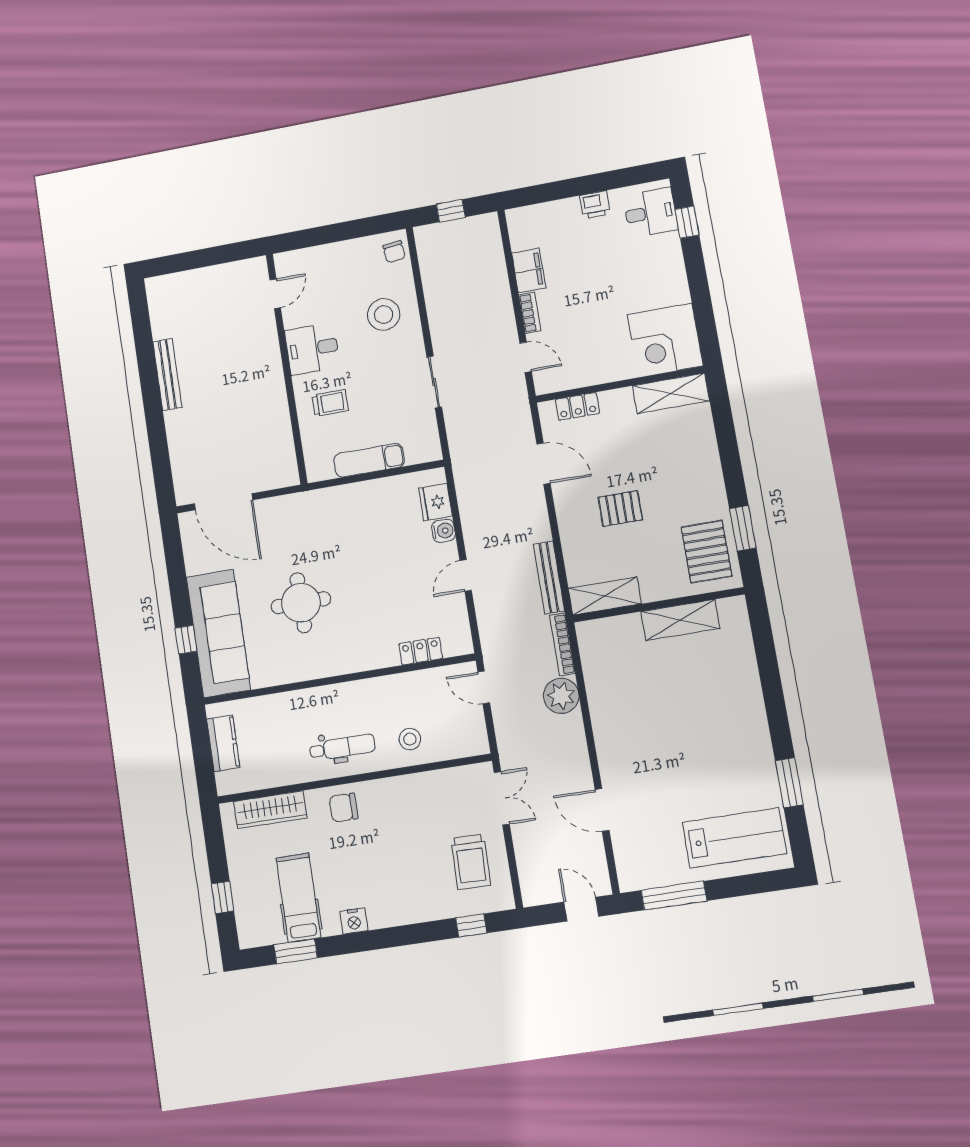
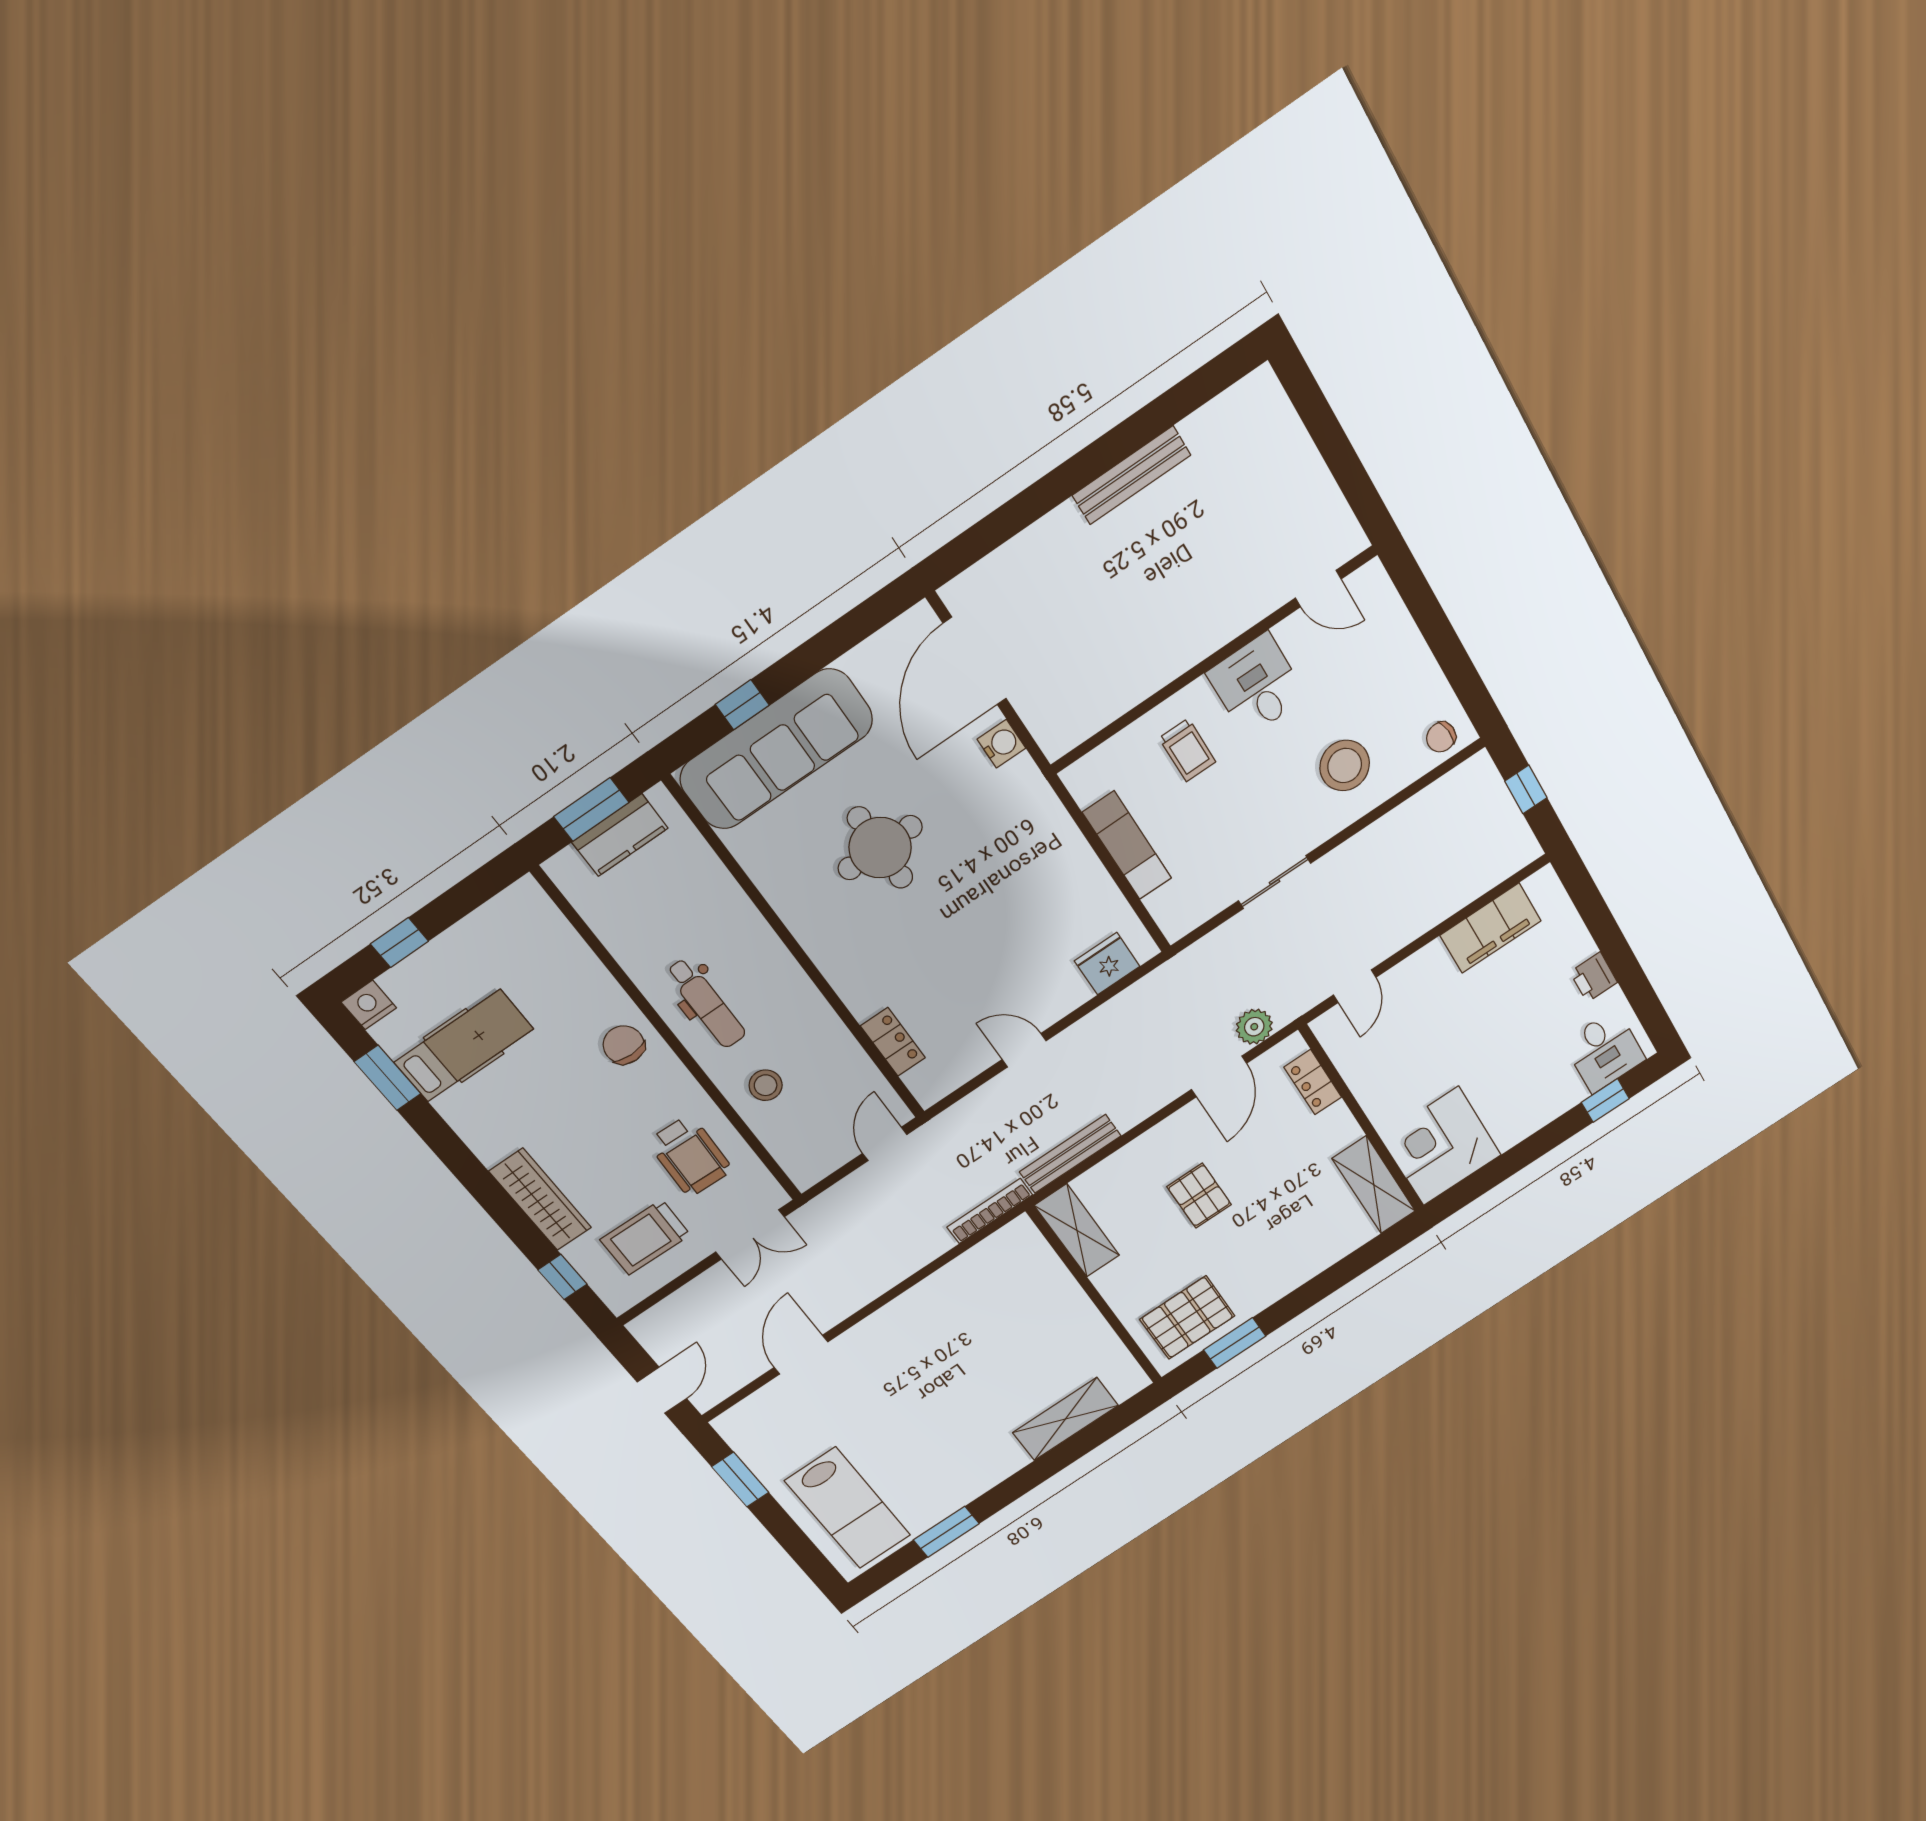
filing cabinet: (529, 270) -> (1491, 928), width x1.50, depth x1.17
bookcase: (530, 313) -> (1418, 963), removed
water cooler: (443, 531) -> (1001, 744), moved, turned -90
shelving: (680, 620) -> (1066, 1419), moved, turned 90
plant: (561, 696) -> (1254, 1027), moved, width x0.73, depth x0.73
window: (202, 751) -> (591, 809), added
wheelchair: (432, 807) -> (690, 1156), added
wardrobe: (270, 810) -> (540, 1199), moved, turned 180
window: (674, 896) -> (740, 1480), width x0.69
nightstand: (354, 921) -> (369, 1005), moved, turned 90

